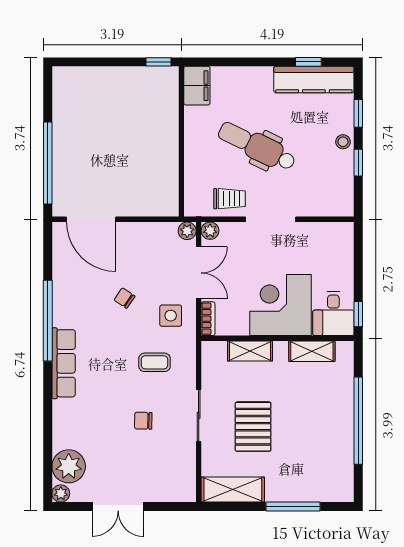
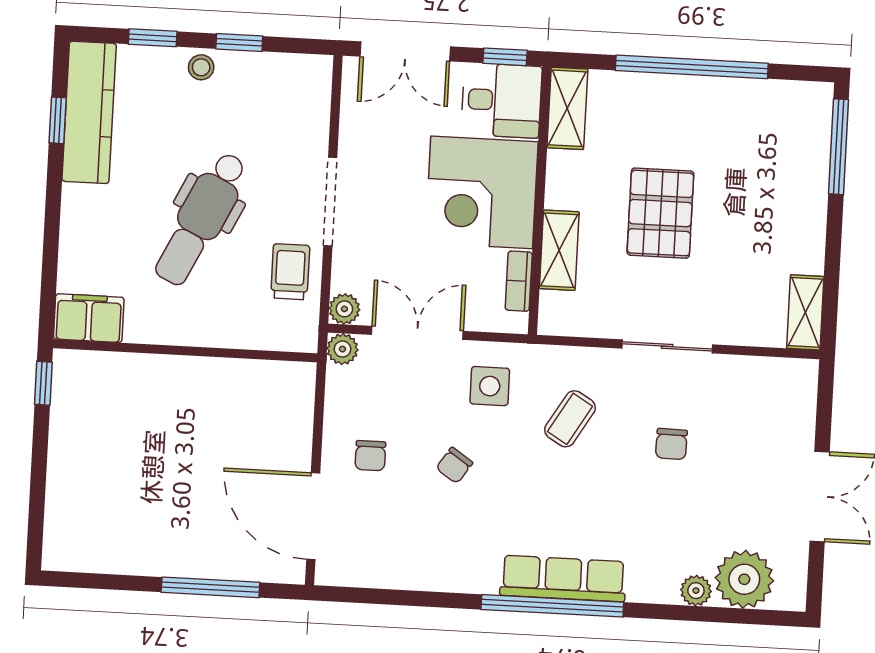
window: (48, 163) -> (210, 587), width x0.68
door: (91, 219) -> (313, 516), swing flipped
chair: (127, 250) -> (370, 456), added
double door: (358, 257) -> (405, 51), added
bookcase: (208, 319) -> (519, 281), moved, turned -90
window: (48, 321) -> (552, 606), moved
shelving: (312, 351) -> (567, 108), moved
coffee table: (155, 362) -> (570, 419), turned 31
pallet: (253, 427) -> (660, 213), moved, turned 90
shelving: (233, 490) -> (805, 312), width x0.67, depth x0.75
plant: (61, 493) -> (696, 591), moved
window: (293, 507) -> (838, 147), moved

